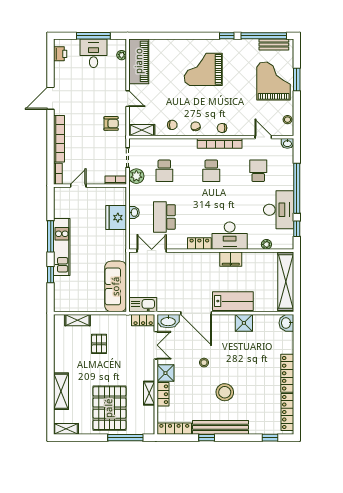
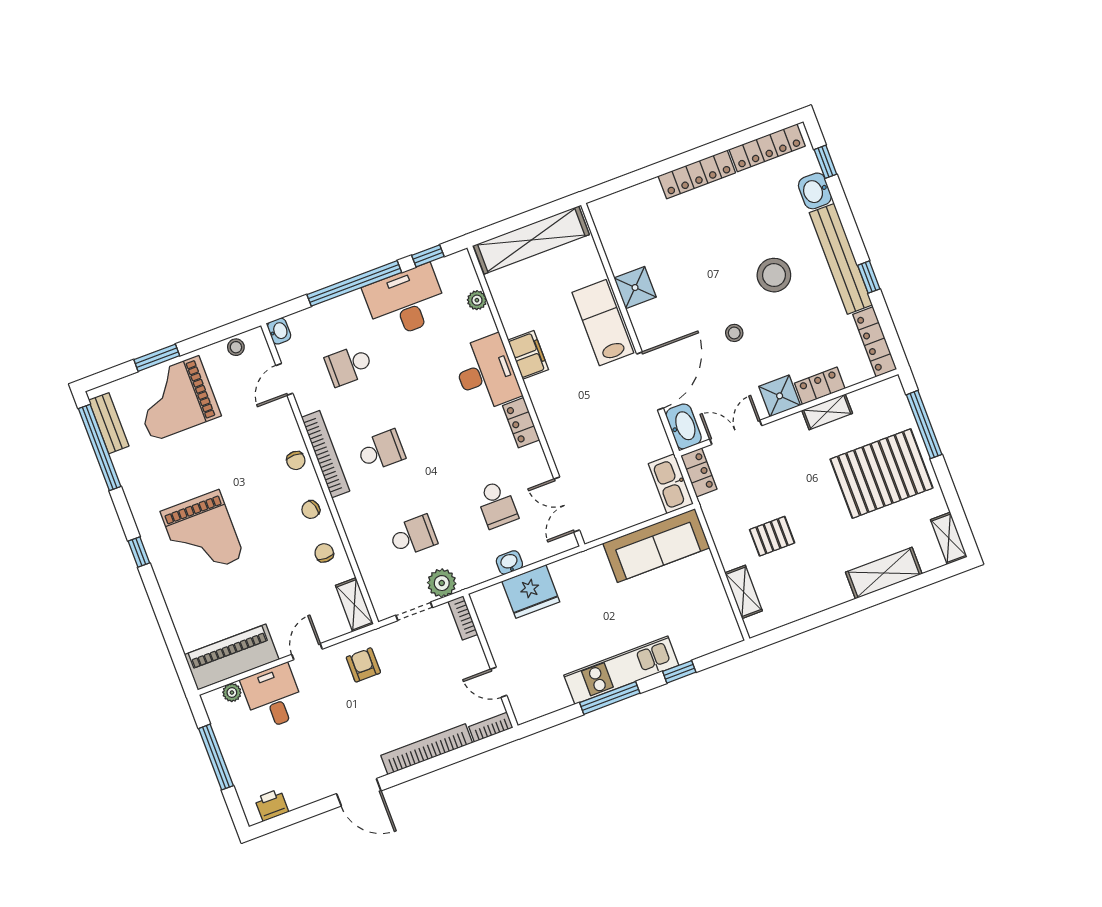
window: (227, 36) -> (139, 552), moved
desk: (94, 53) -> (273, 697), moved, turned 90
school desk: (164, 217) -> (497, 504), width x0.54
washbasin: (286, 323) -> (815, 191), moved, turned 90

